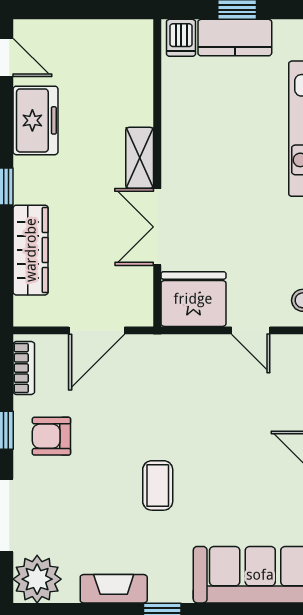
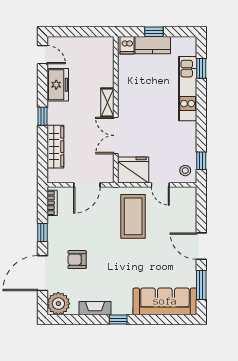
armchair: (51, 436) -> (77, 260), moved
coffee table: (158, 485) -> (133, 216), moved, width x1.86, depth x1.72

